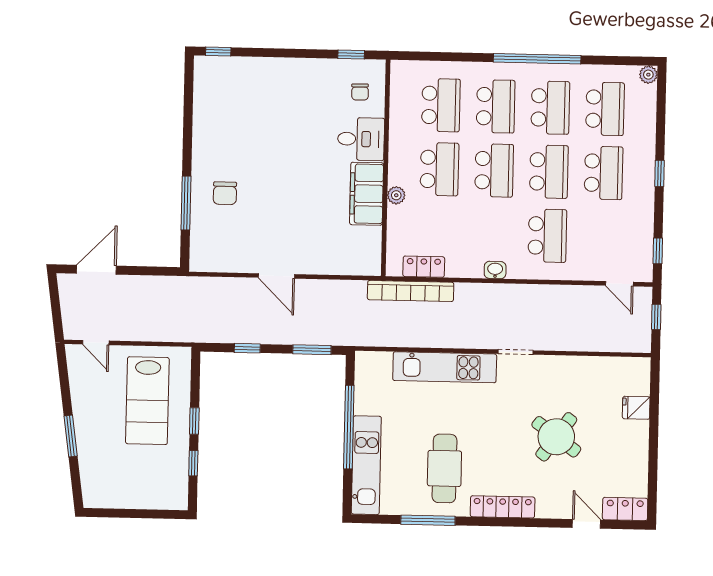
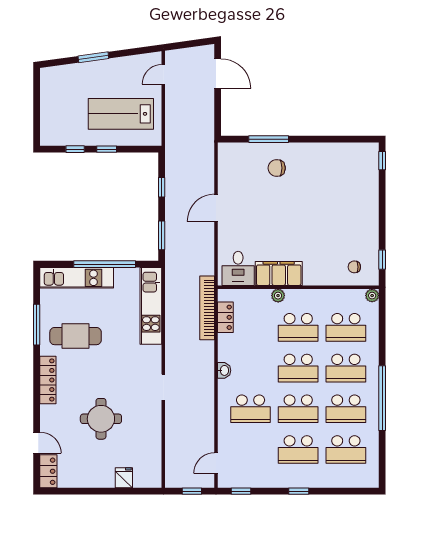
plant: (648, 75) -> (372, 296), moved
desk: (361, 139) -> (238, 268), moved
kitchen unit: (445, 367) -> (151, 306), moved
round table: (556, 437) -> (101, 419), turned -36
door: (586, 524) -> (37, 443), hinge flipped

